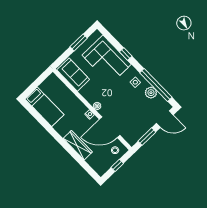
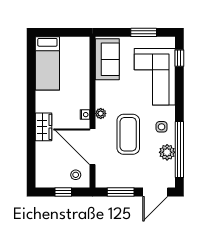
window: (126, 54) -> (179, 58), moved
coffee table: (122, 103) -> (128, 134), added
door: (165, 119) -> (155, 192), hinge flipped
wardrobe: (78, 145) -> (44, 127), width x0.67

